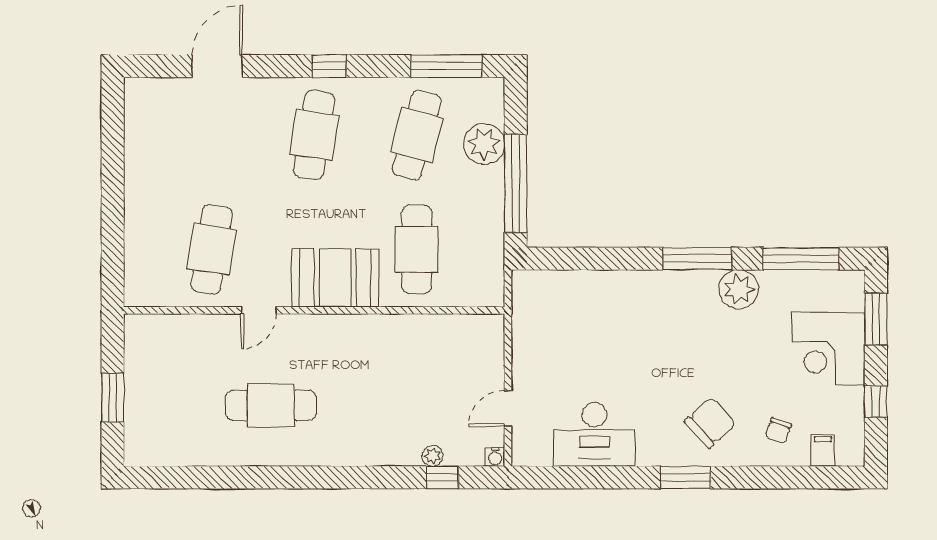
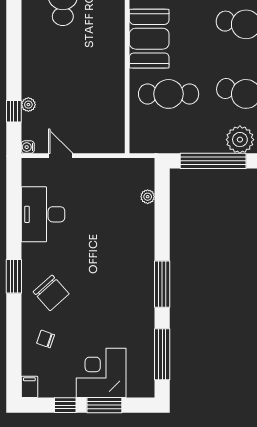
plant: (739, 289) -> (148, 197), moved, width x0.53, depth x0.53
window: (876, 319) -> (104, 405), moved
filing cabinet: (823, 451) -> (29, 387), moved, turned -90

